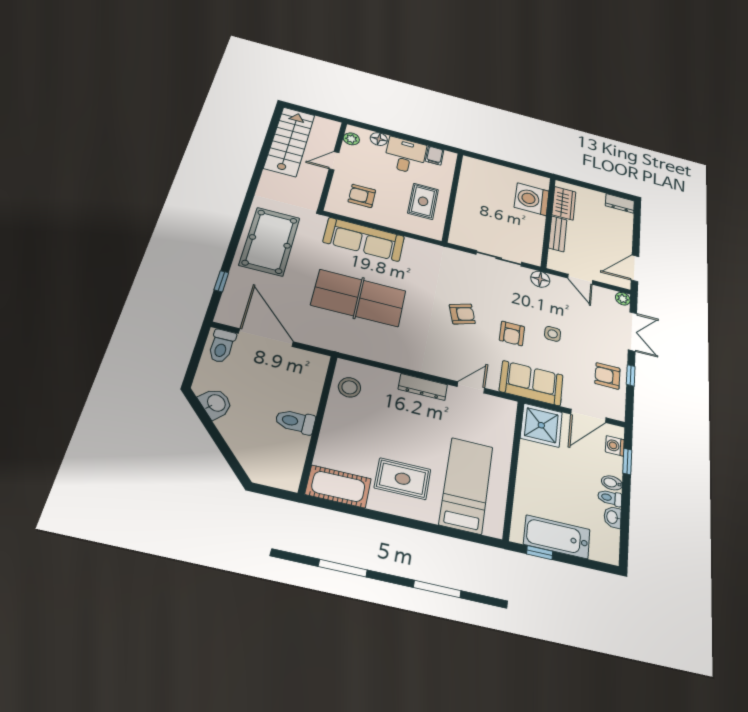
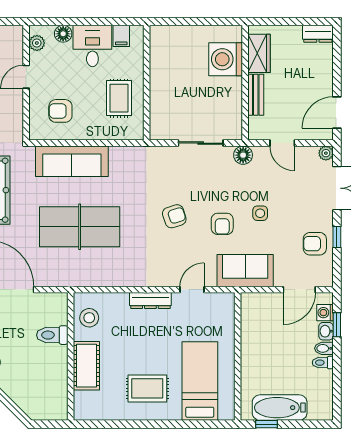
toilet: (295, 422) -> (52, 335), moved
shower: (541, 425) -> (258, 310), removed
cot: (338, 486) -> (86, 366), moved, turned 90
washbasin: (613, 517) -> (326, 331), moved

